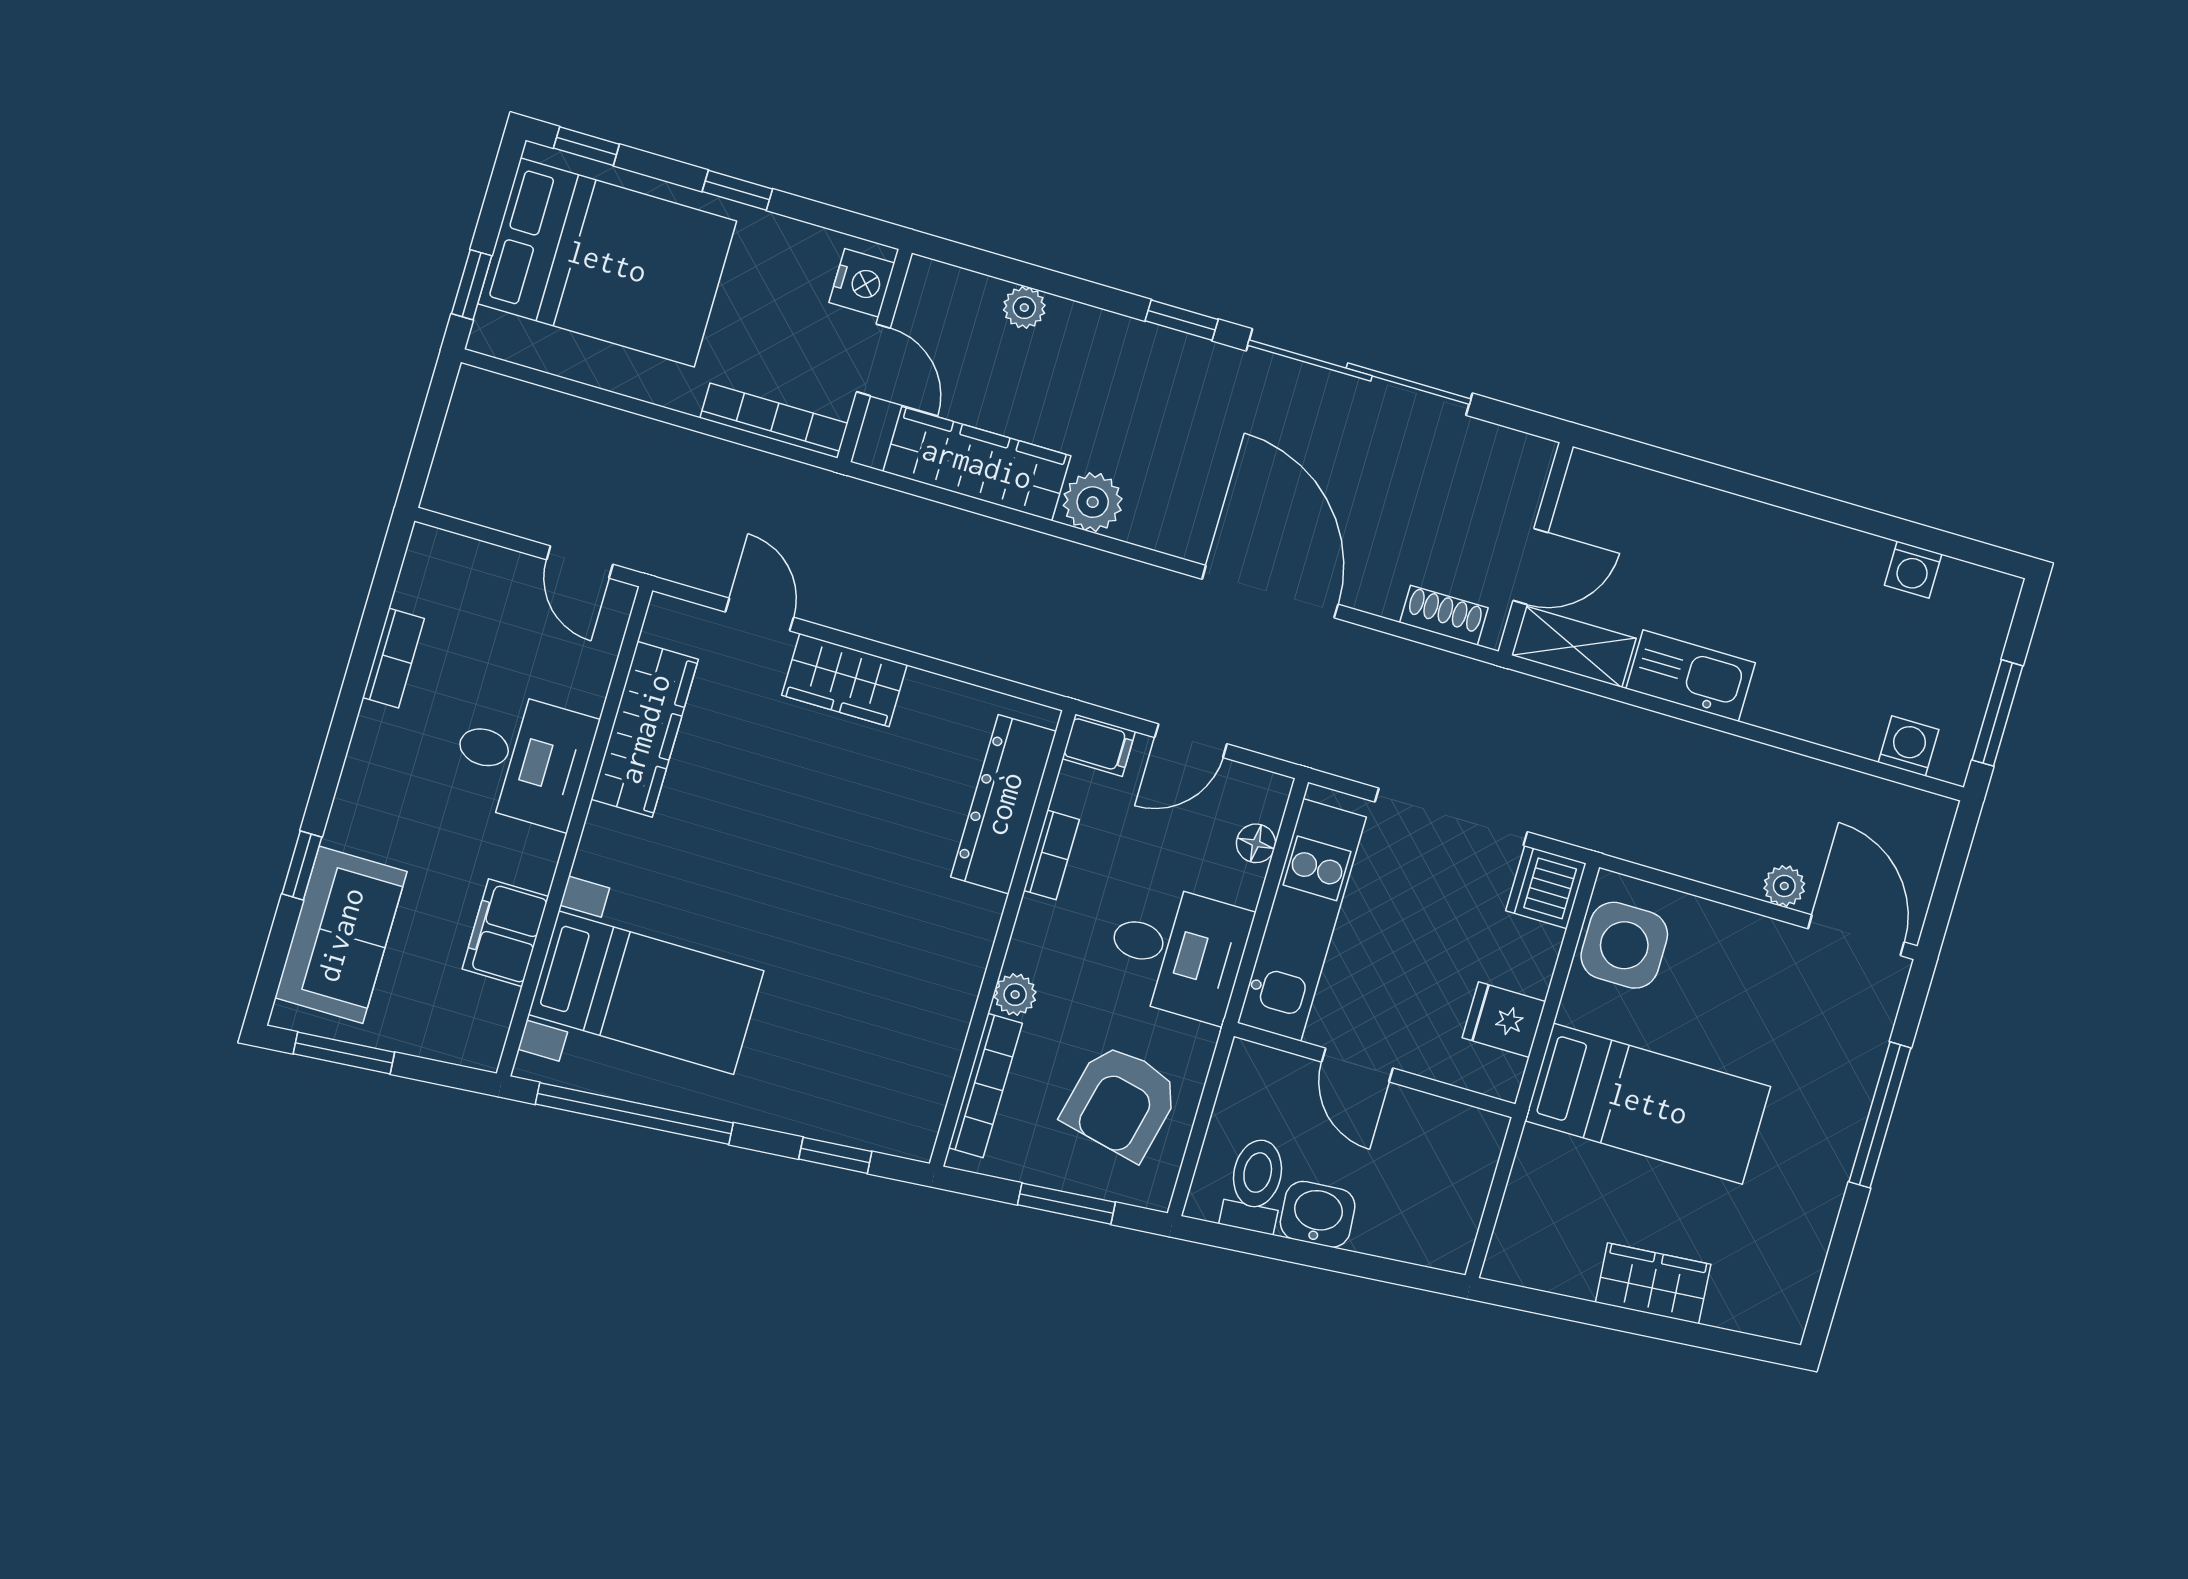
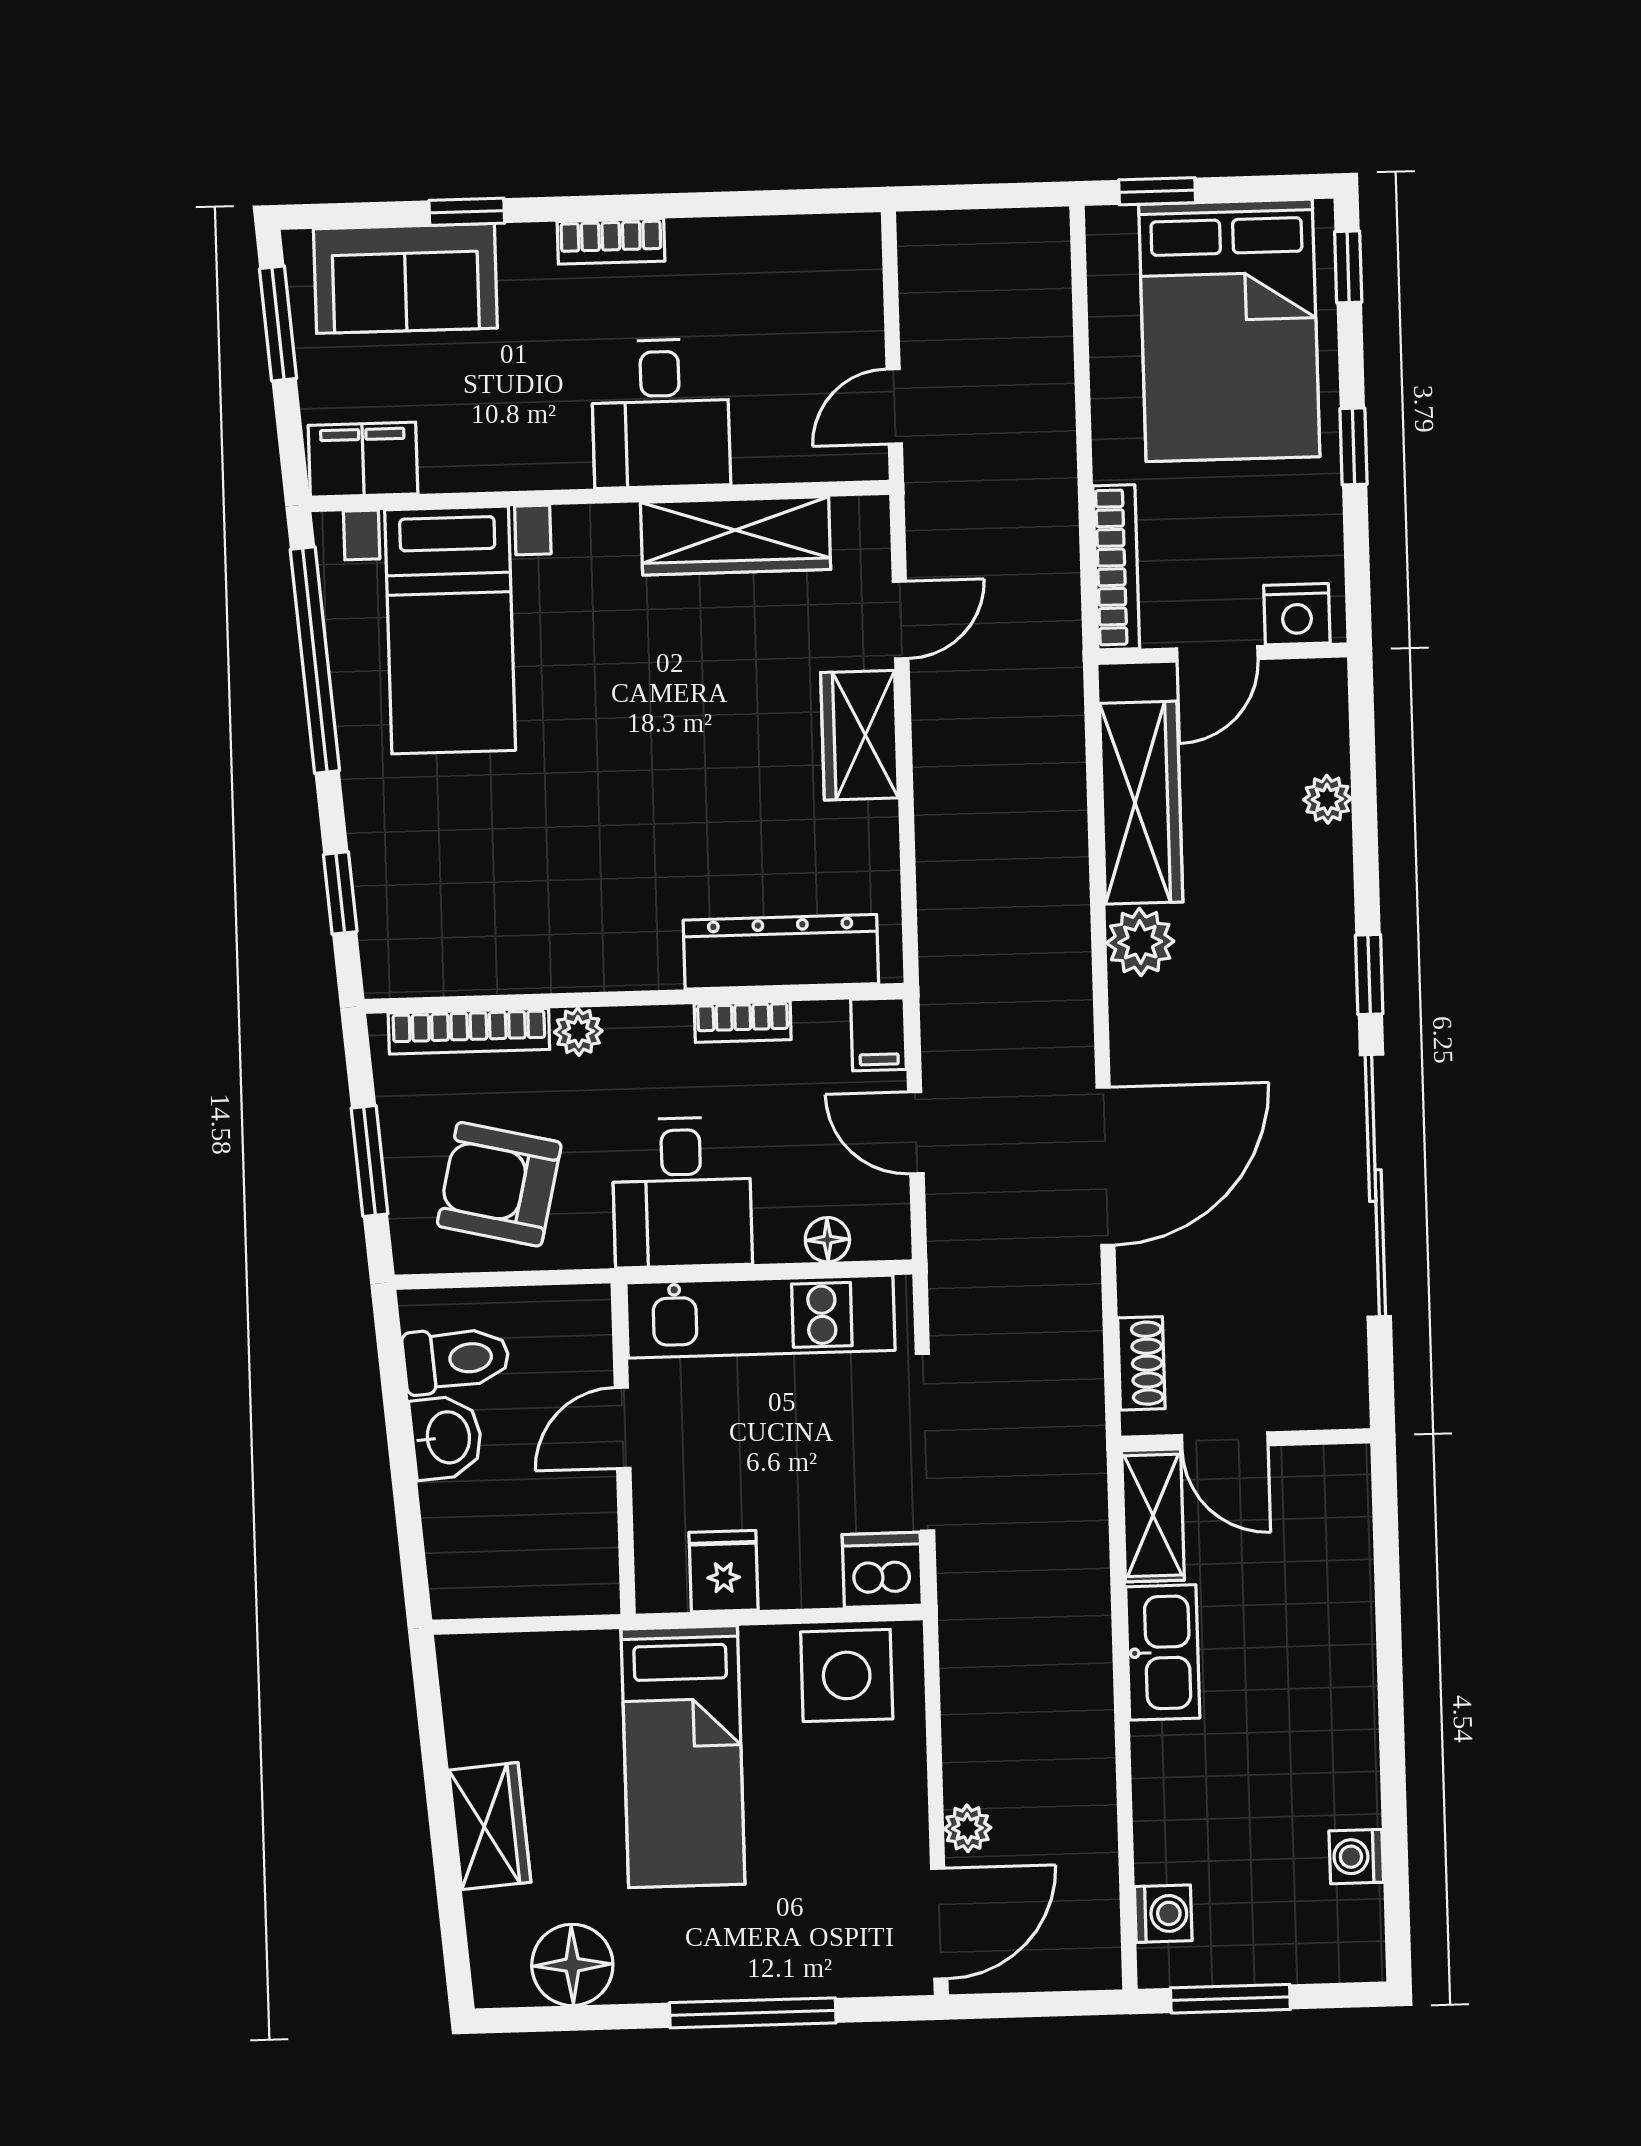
bookcase: (393, 658) -> (611, 241), moved
filing cabinet: (505, 933) -> (363, 460), moved
floor lamp: (1791, 1252) -> (572, 1965), added

